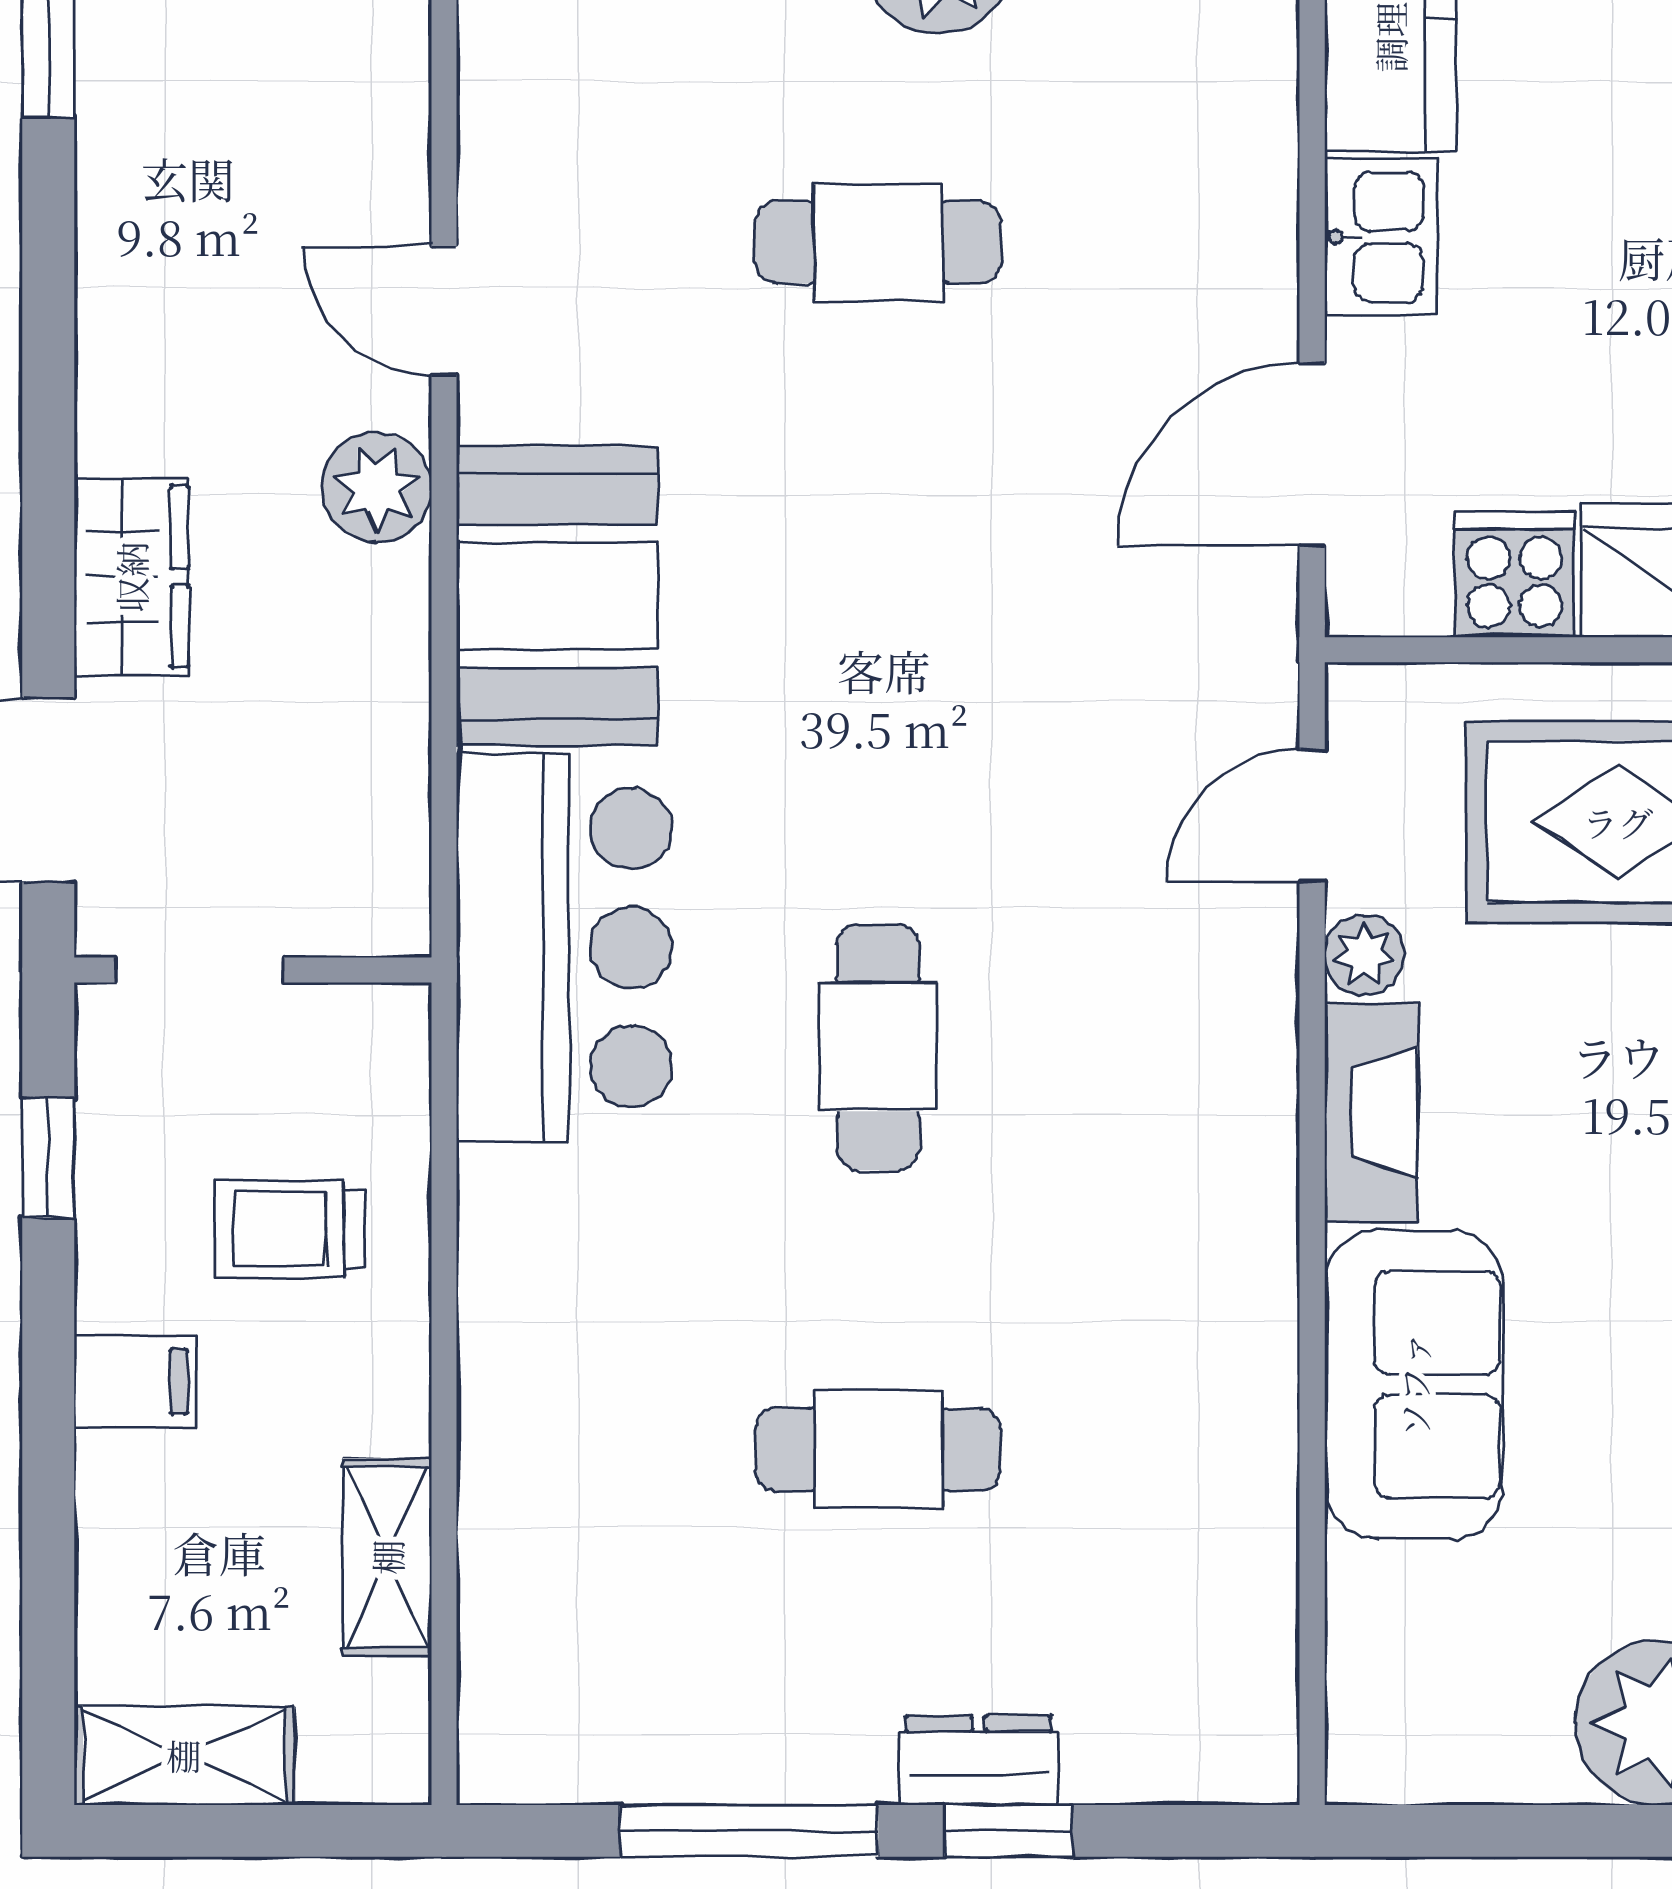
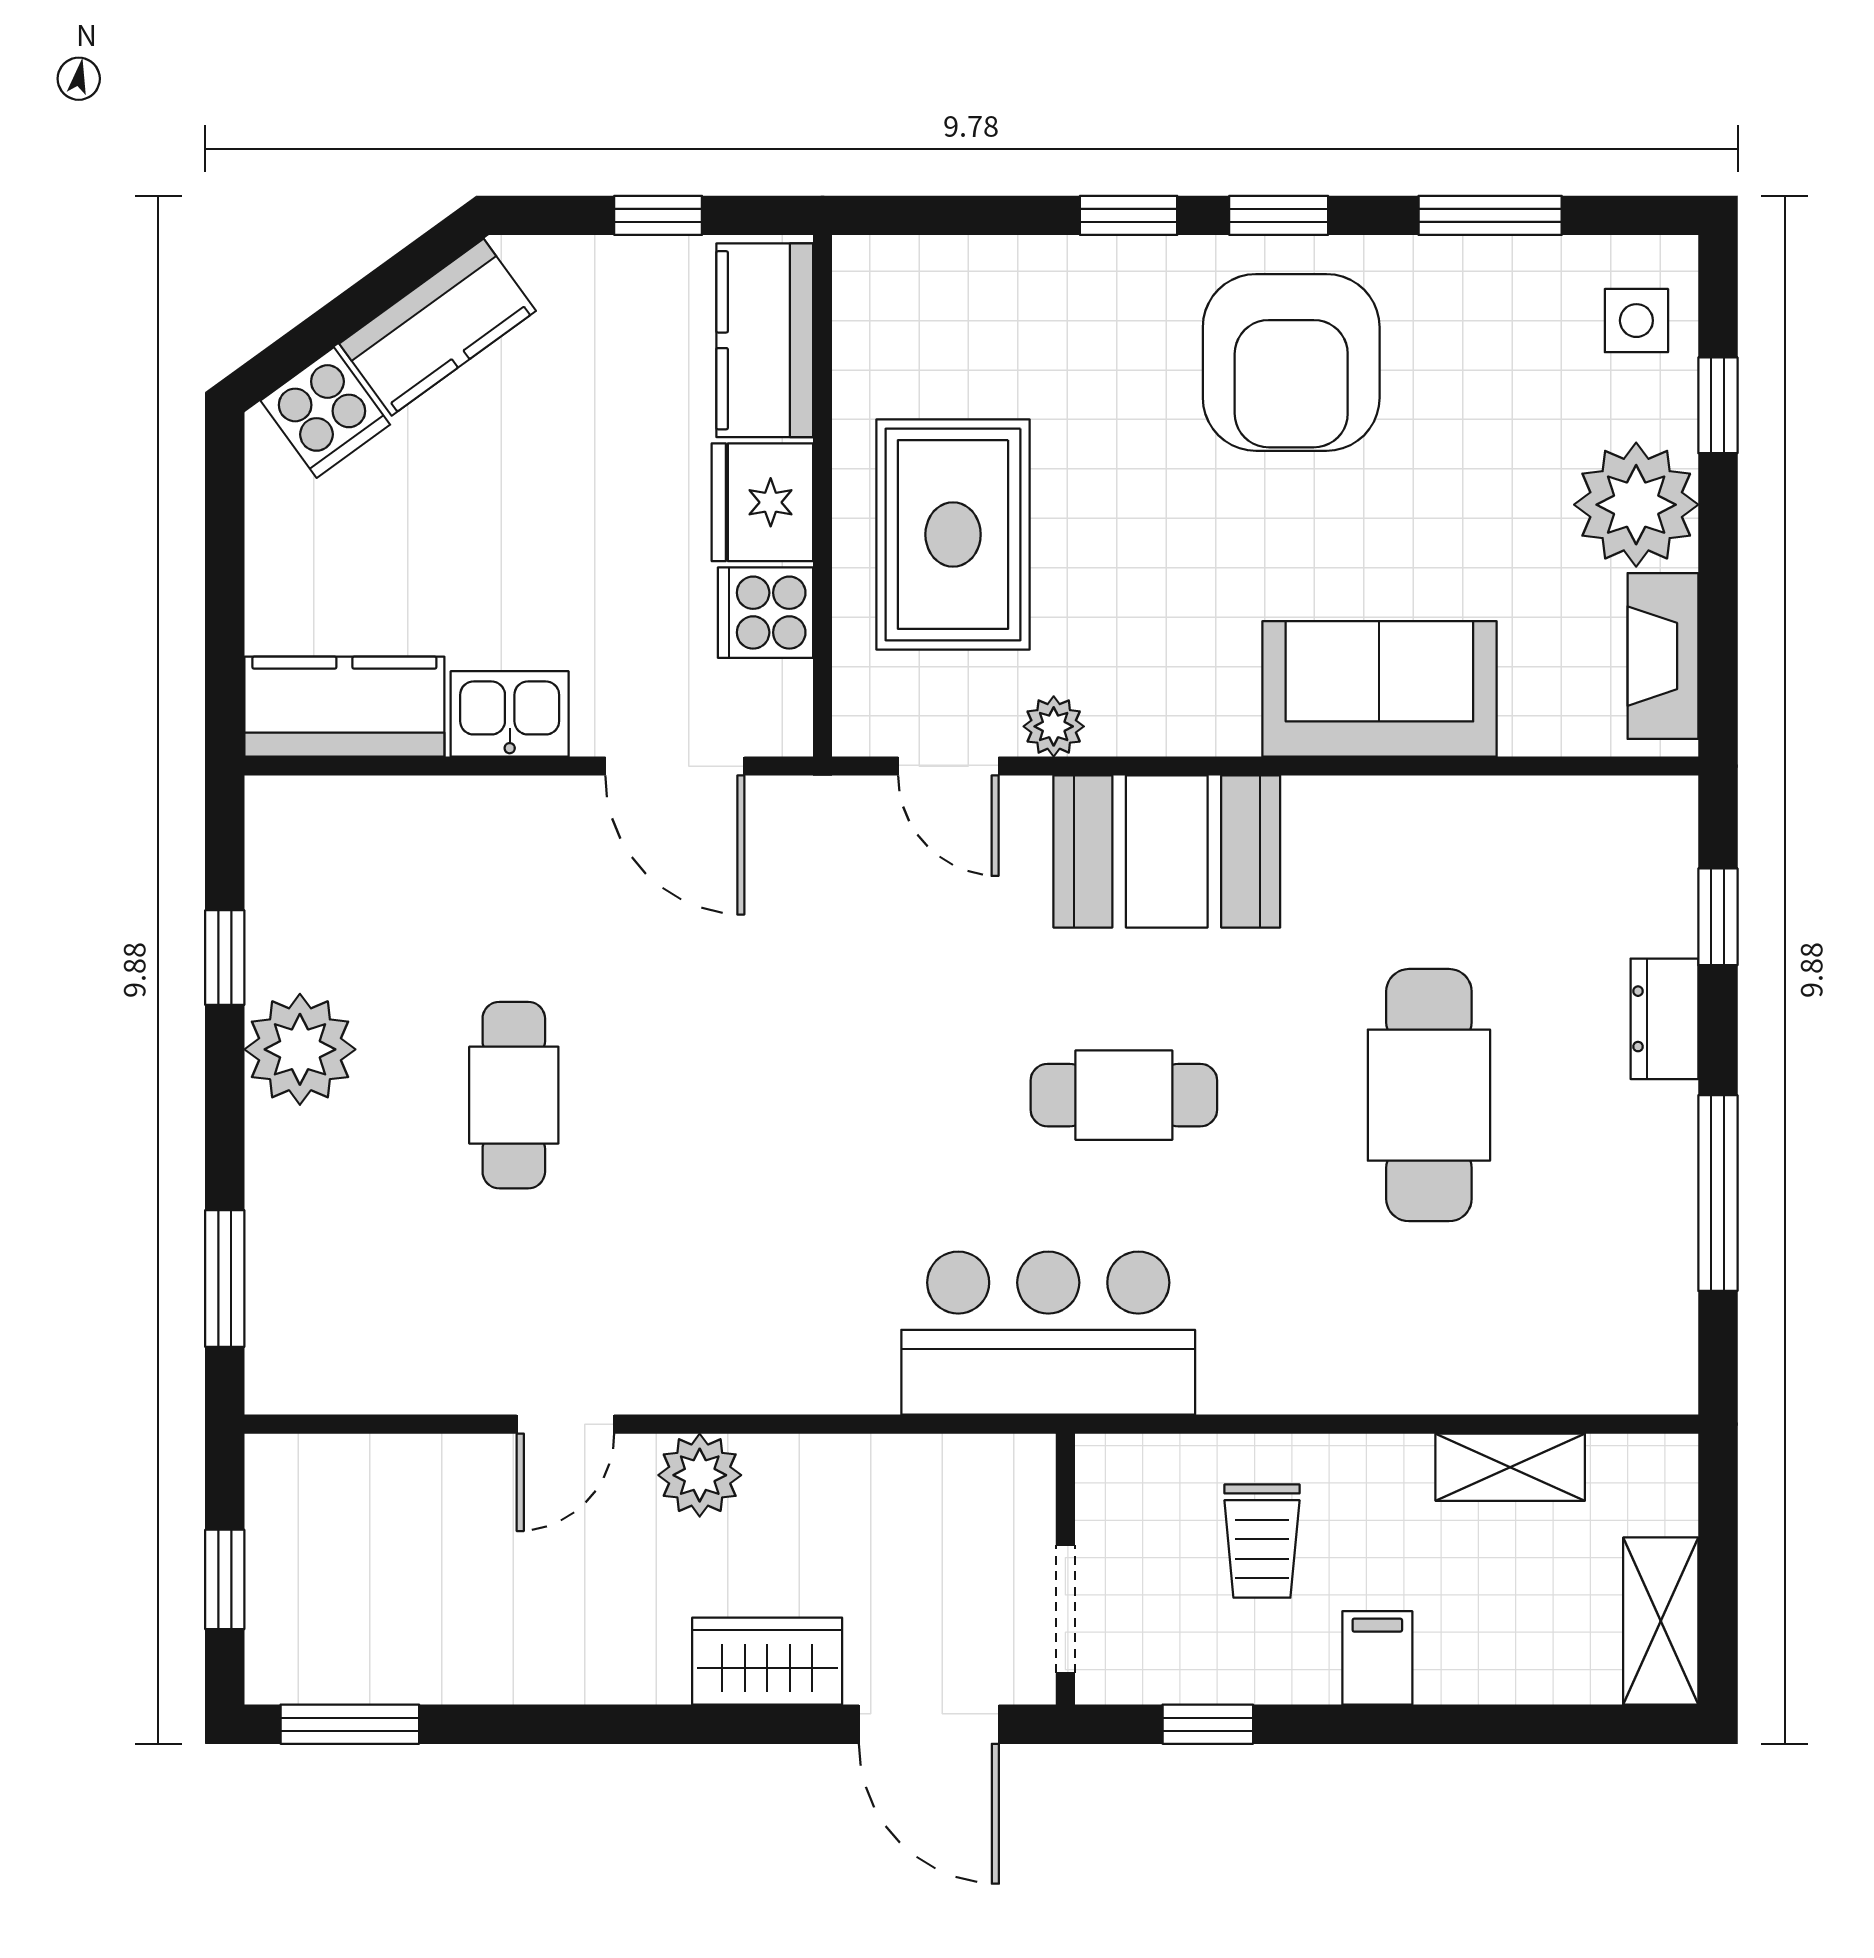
booth: (557, 596) -> (1167, 852), moved
fireplace: (1371, 1112) -> (1663, 656), moved, turned -90
cafe table: (878, 1450) -> (1429, 1095), width x1.37, depth x1.35
window: (1008, 1831) -> (1718, 917), moved

